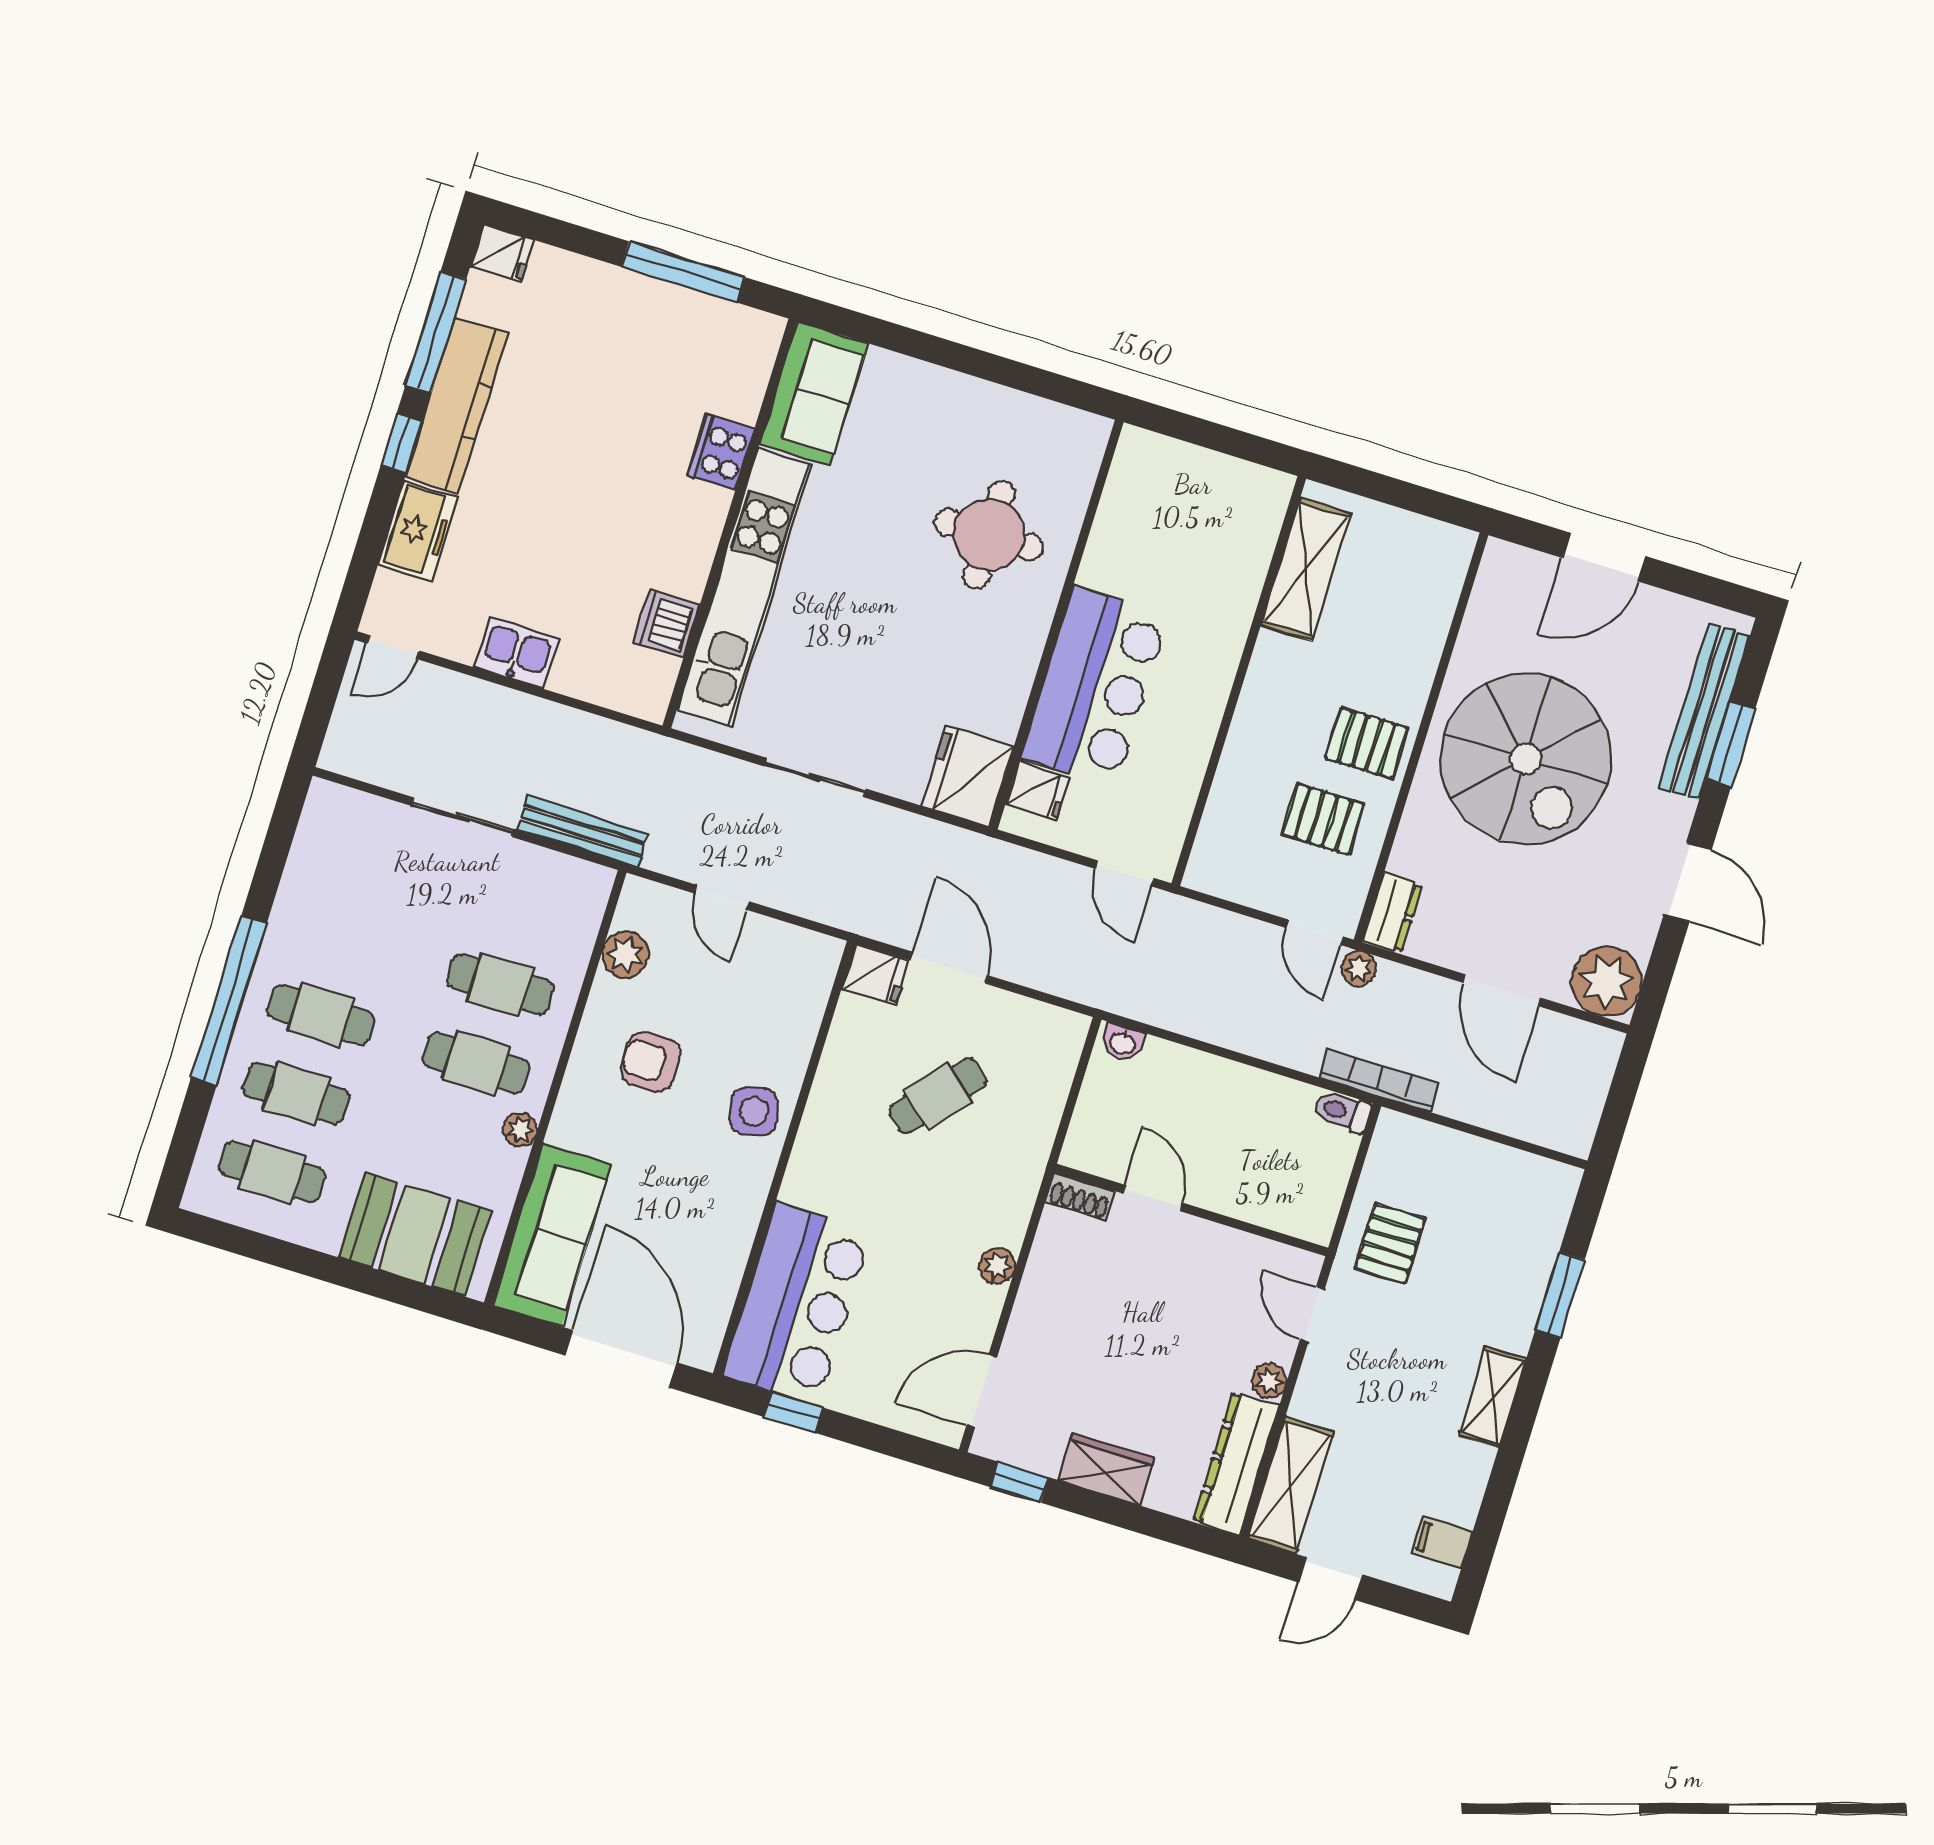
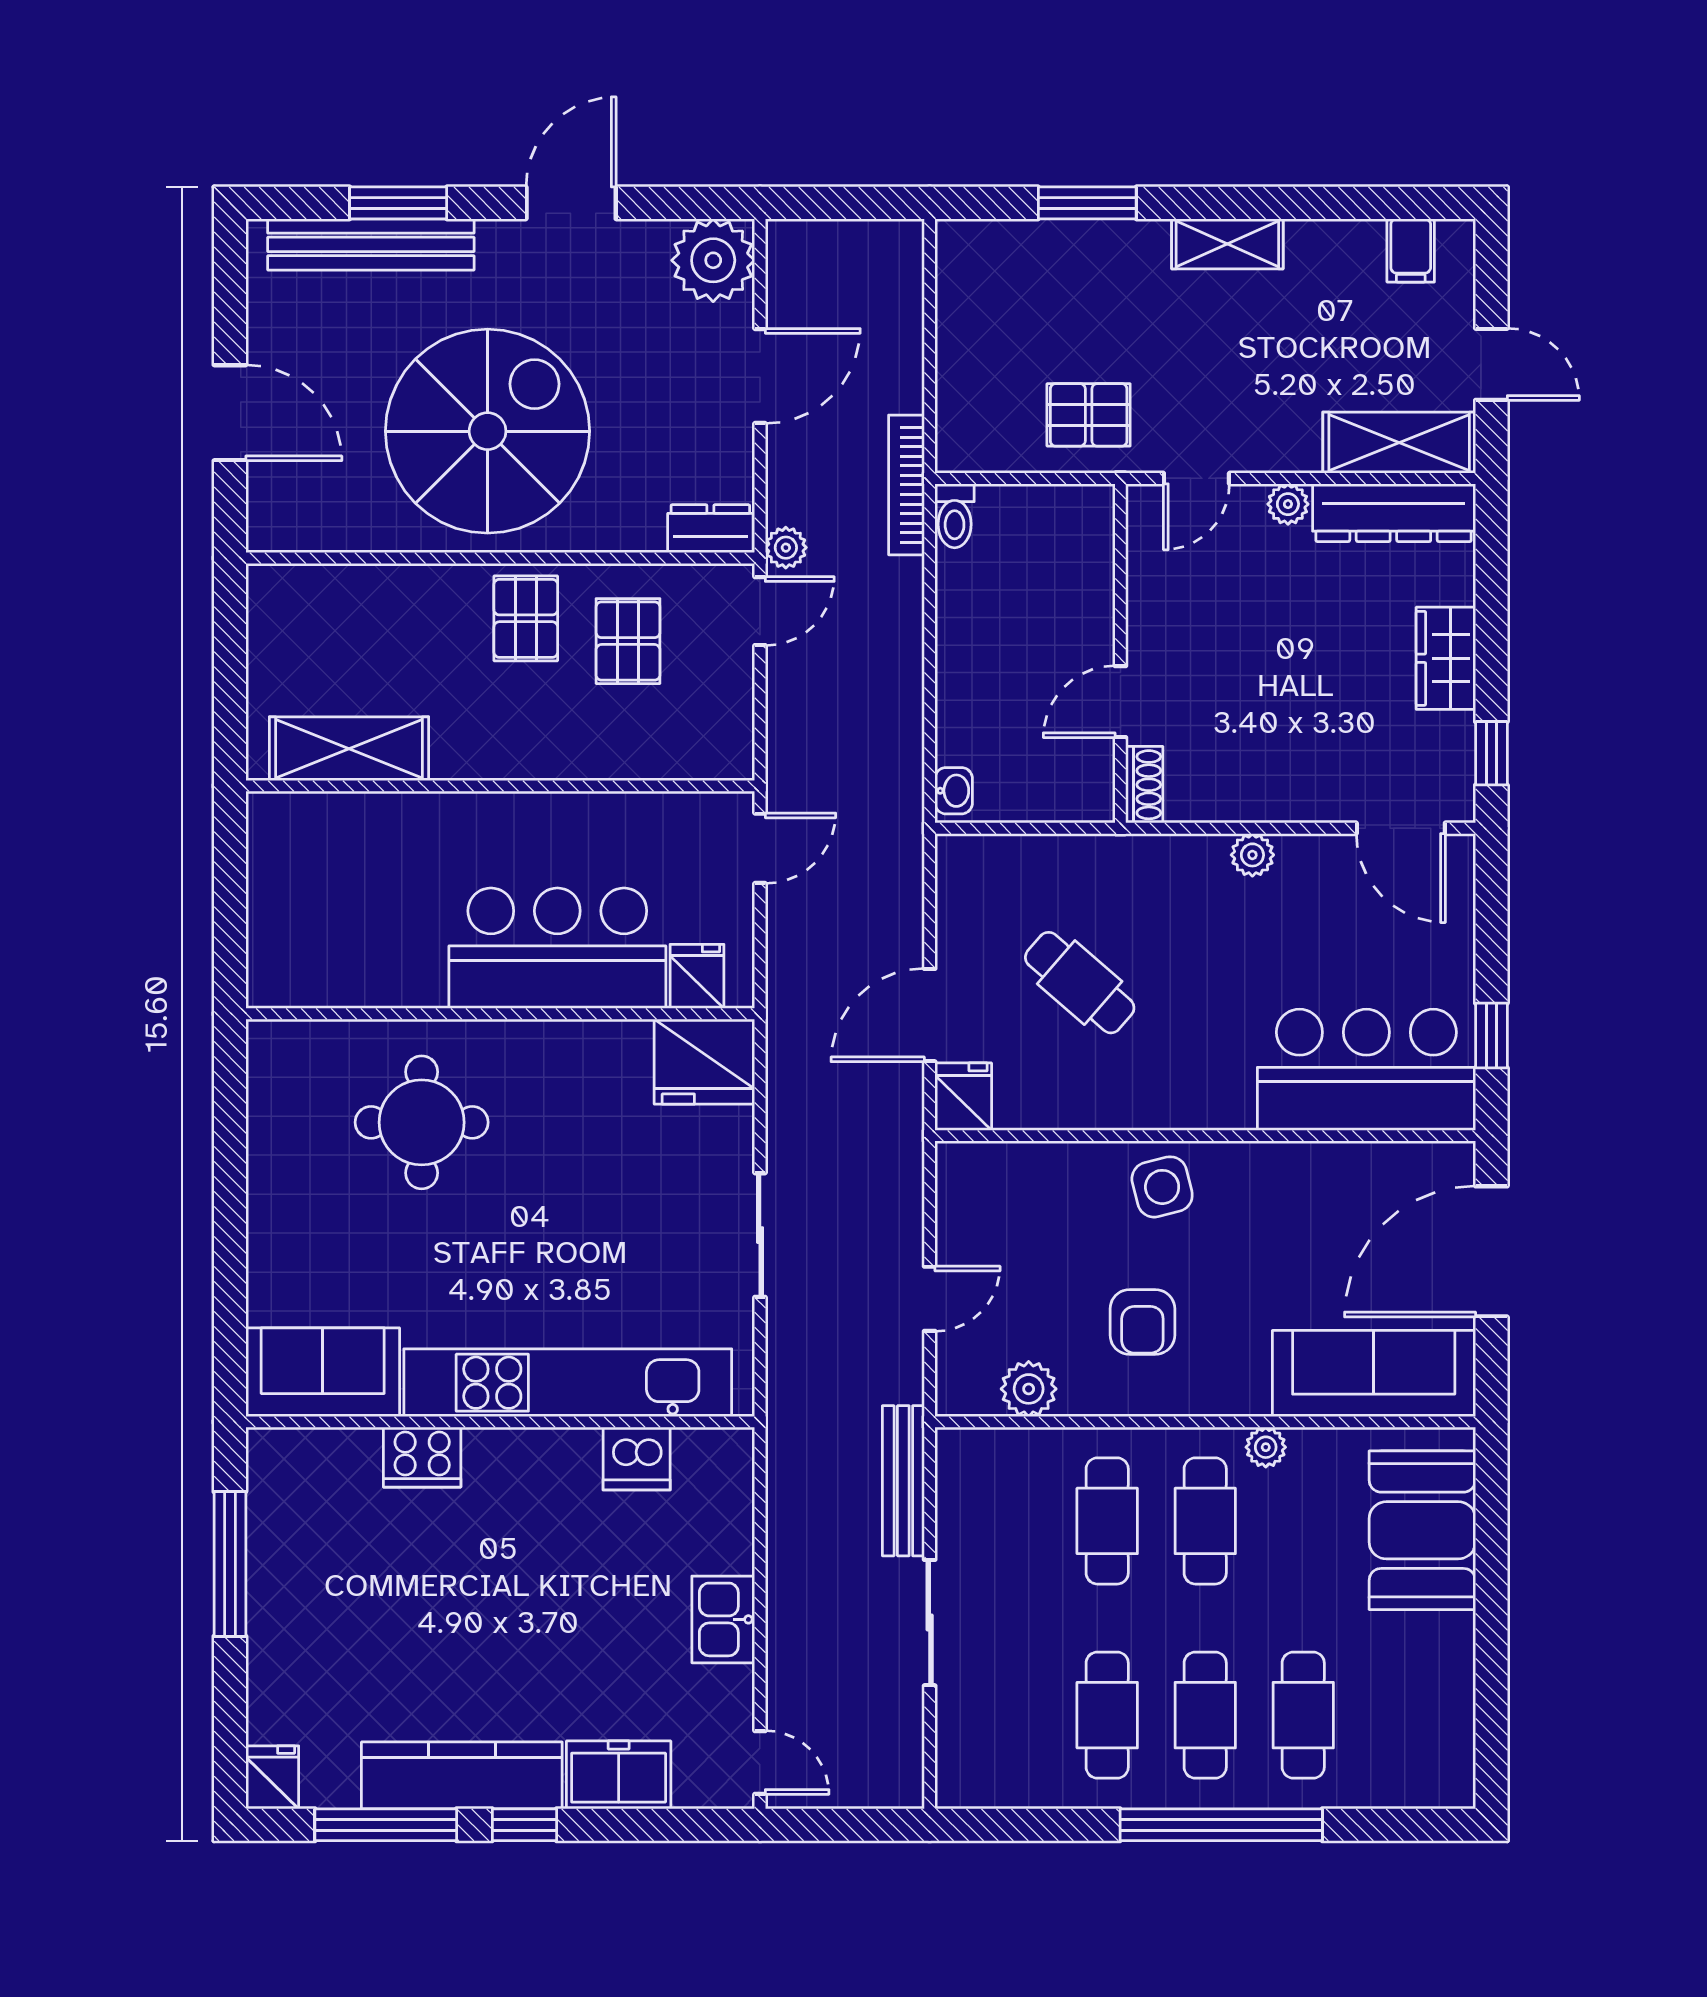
cafe table: (272, 1172) -> (1107, 1715), moved

